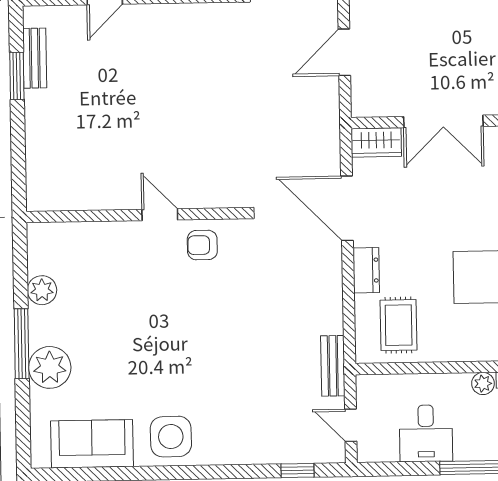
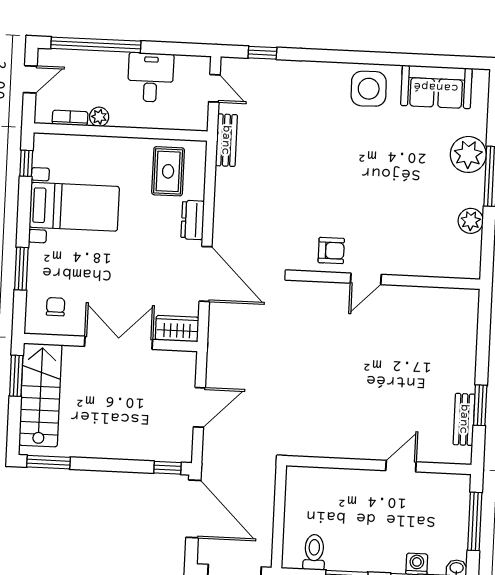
door: (160, 215) -> (366, 279), hinge flipped

